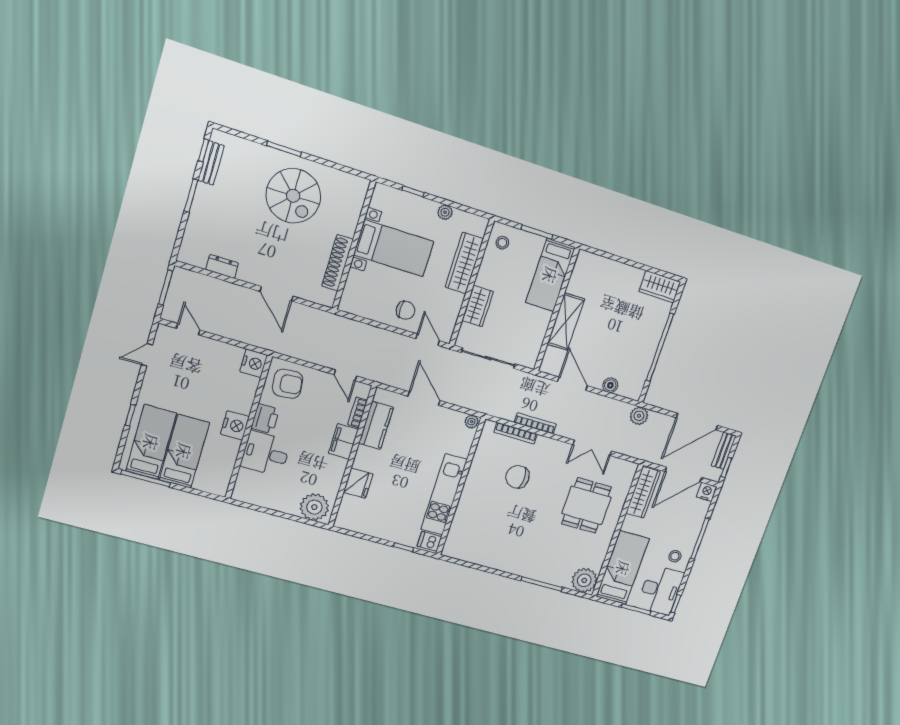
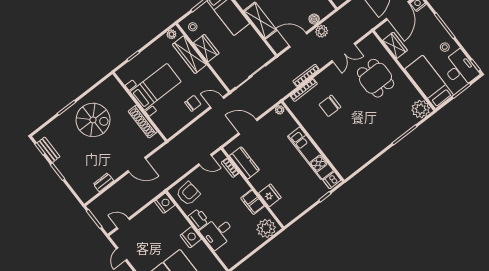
plant: (445, 212) -> (171, 34), moved
wardrobe: (478, 306) -> (206, 48), moved
plant: (639, 416) -> (322, 31), moved
filing cabinet: (343, 441) -> (253, 202), moved
wardrobe: (643, 492) -> (395, 45), width x0.67

